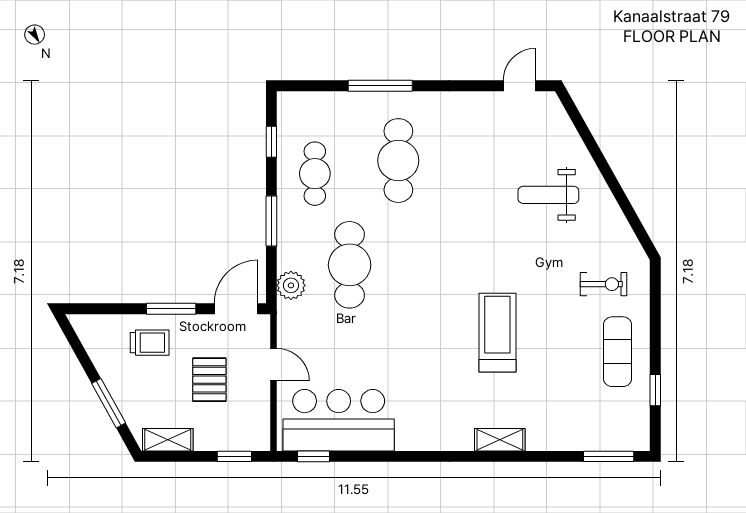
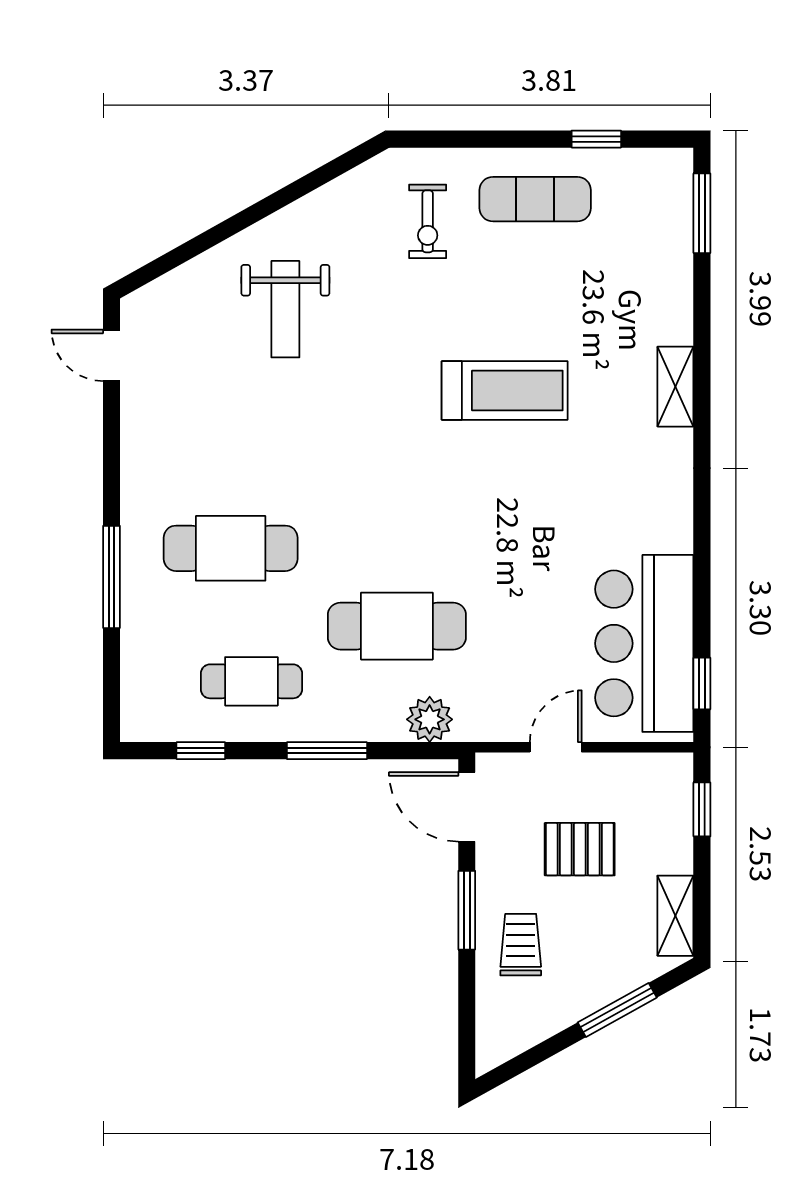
exercise bike: (604, 284) -> (428, 221), turned 180
treadmill: (497, 333) -> (505, 390), turned 180

